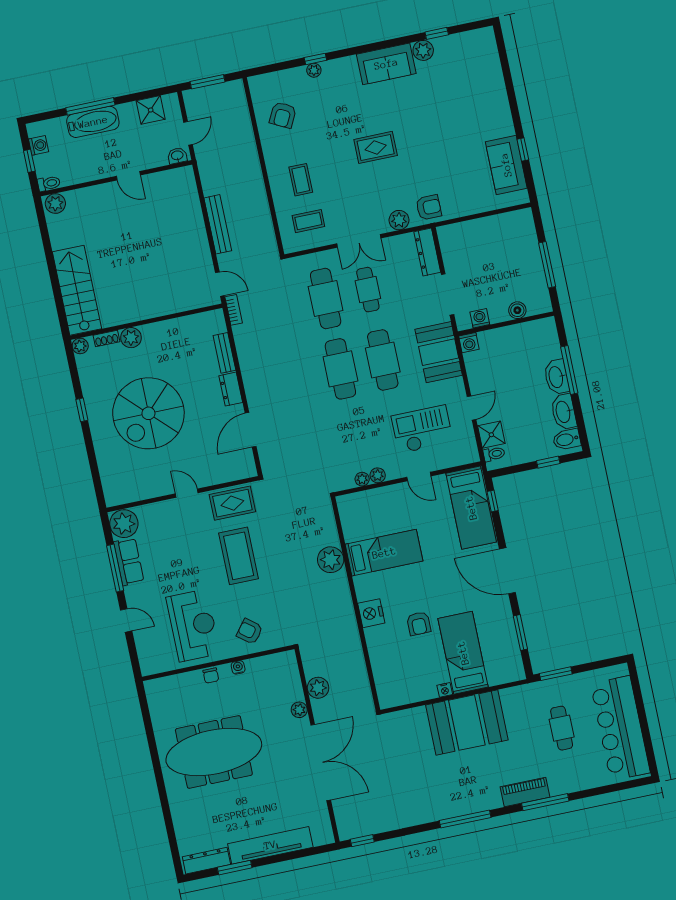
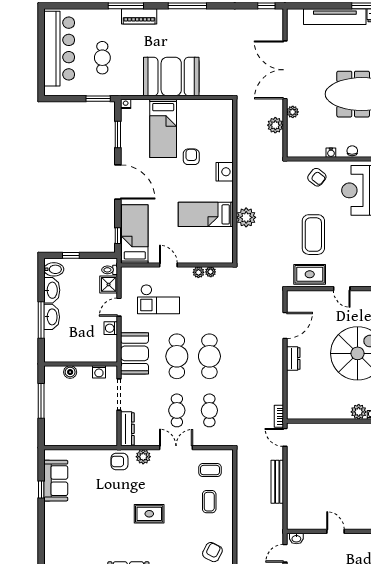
cafe table: (326, 299) -> (209, 410), width x0.73, depth x0.74
washing machine: (469, 343) -> (111, 328), moved, turned -90
bench: (224, 353) -> (292, 386), removed
nightstand: (445, 690) -> (126, 104), moved

